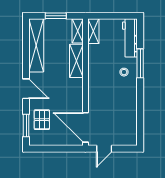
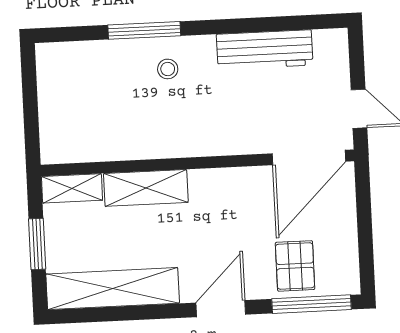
shelving: (93, 31) -> (71, 149), removed
workbench: (130, 38) -> (265, 50), moved
pallet: (42, 120) -> (295, 266), turned 90
window: (26, 126) -> (312, 304), width x1.44

